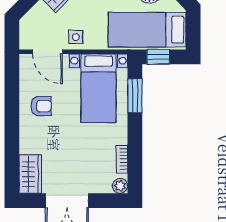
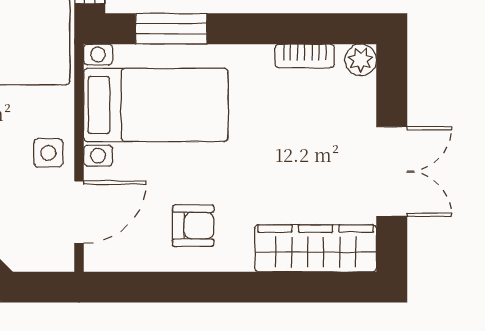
armchair: (41, 106) -> (193, 226), turned 90
wardrobe: (30, 174) -> (316, 248), width x1.50

